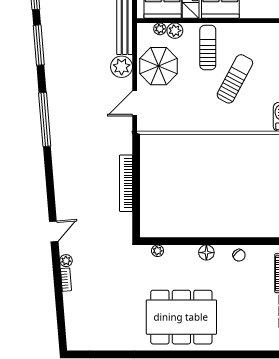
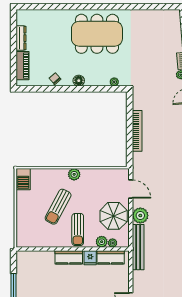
door: (135, 103) -> (131, 189), hinge flipped
plant: (213, 123) -> (74, 174), added

